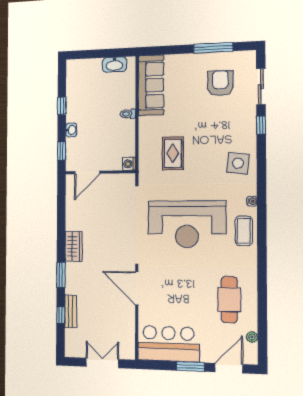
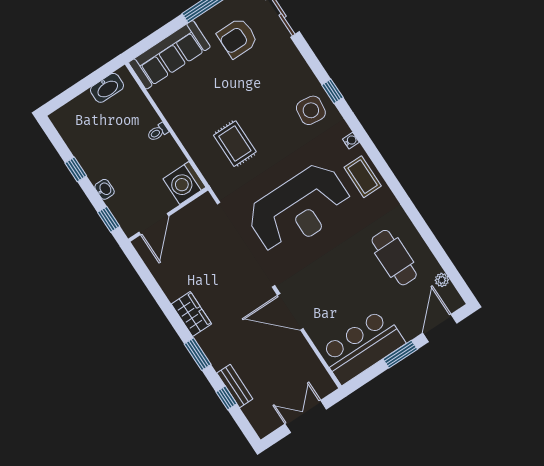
armchair: (220, 83) -> (237, 38), turned -90
sofa: (151, 85) -> (169, 55), moved, turned 90
window: (261, 125) -> (332, 91), moved
washing machine: (129, 164) -> (184, 183), width x1.89, depth x1.89

